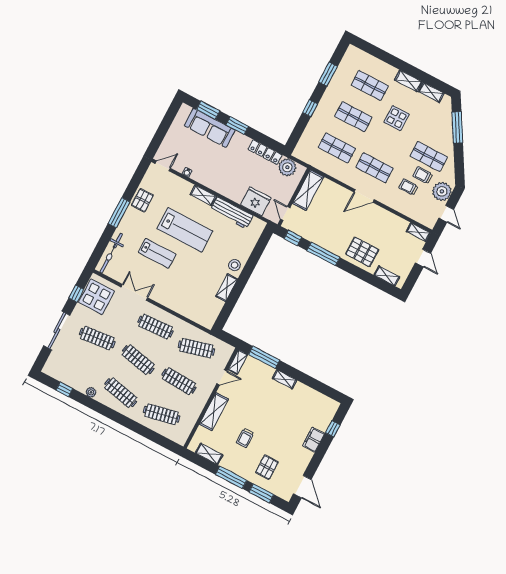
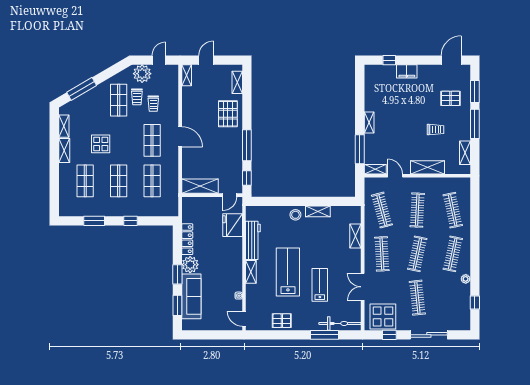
plant: (287, 167) -> (190, 265), moved
window: (119, 213) -> (324, 335), moved
shelving: (185, 311) -> (355, 236), added

